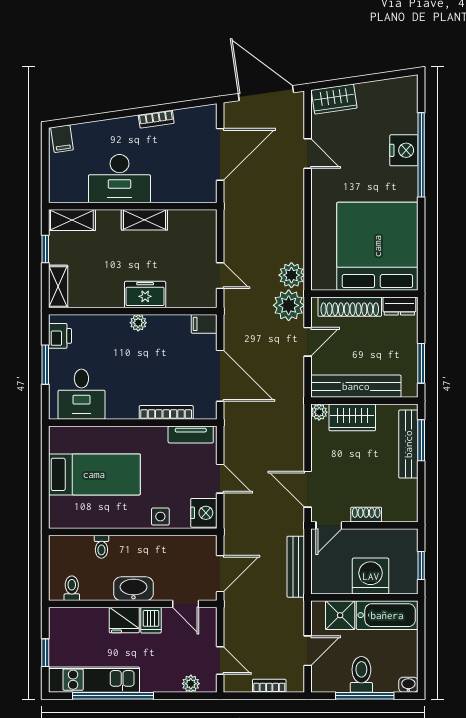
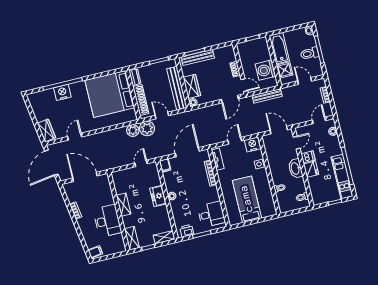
washing machine: (371, 576) -> (265, 70), moved

